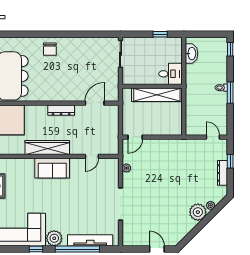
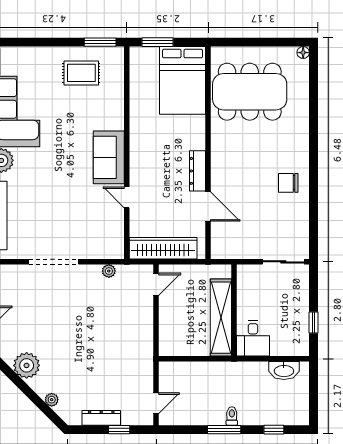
chair: (50, 49) -> (288, 183), moved
window: (230, 49) -> (274, 430), moved
door: (95, 103) -> (208, 206), moved
door: (135, 137) -> (156, 284), swing flipped
wardrobe: (47, 147) -> (163, 248), moved, turned -90
door: (92, 156) -> (127, 197), moved
plant: (198, 212) -> (27, 365), moved

